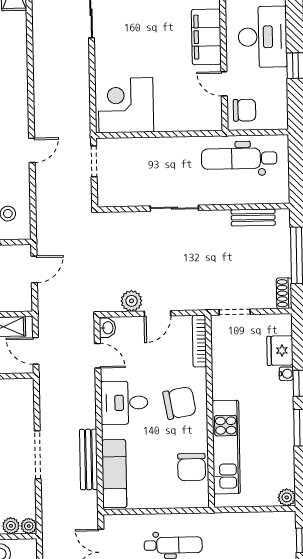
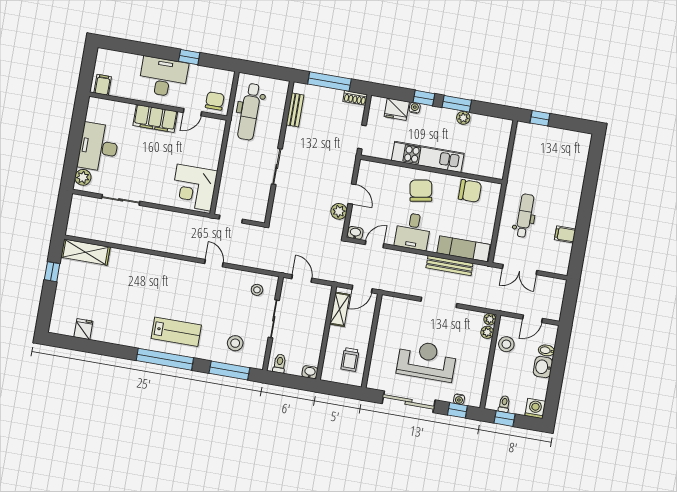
bookcase: (199, 341) -> (378, 167), removed
kitchen unit: (226, 447) -> (428, 157), moved
plant: (287, 497) -> (463, 118), moved

